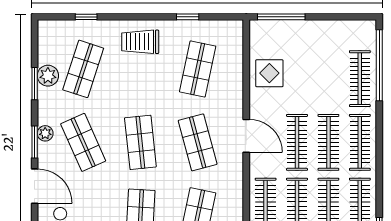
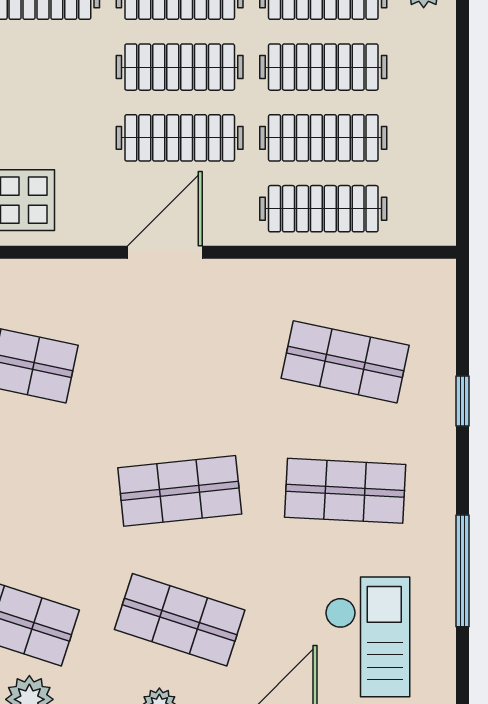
shop shelf: (83, 142) -> (180, 620), turned 42
shop shelf: (198, 142) -> (180, 362), removed

